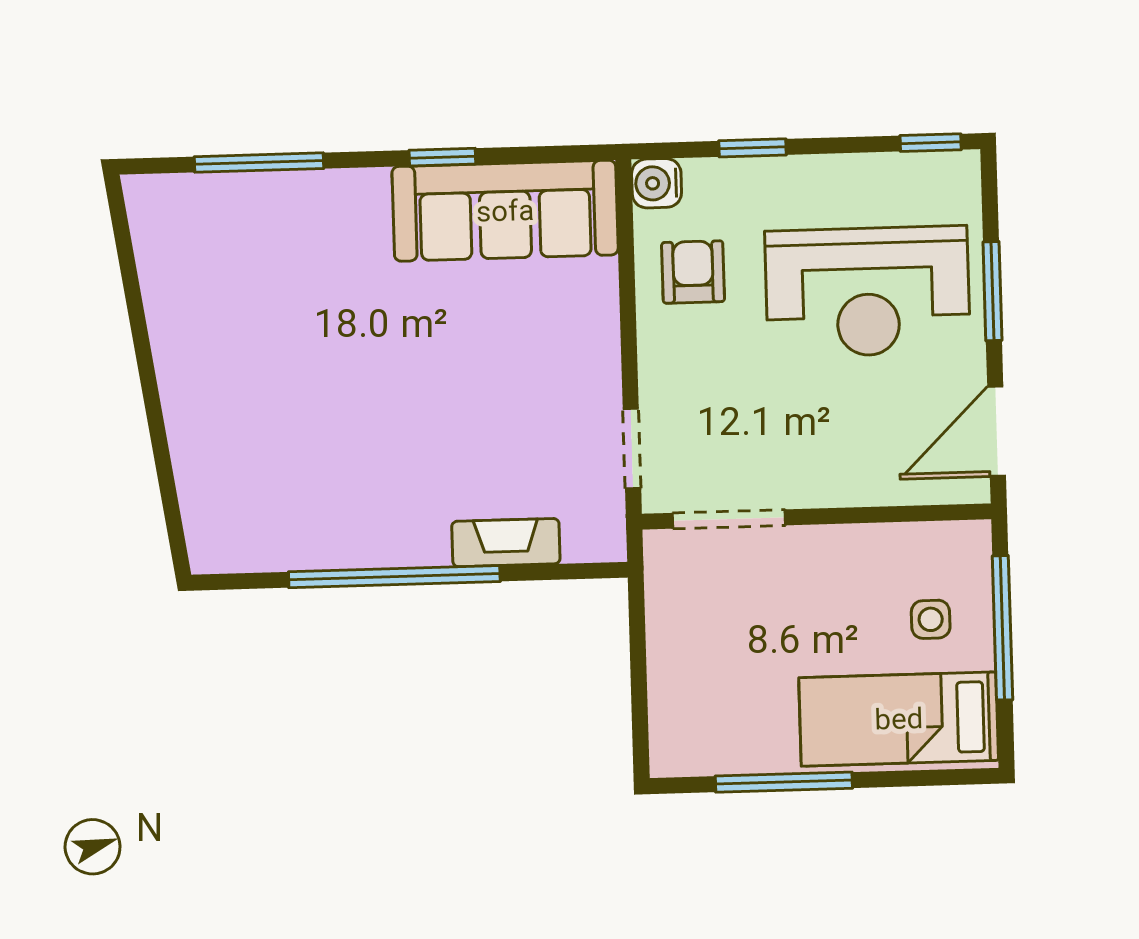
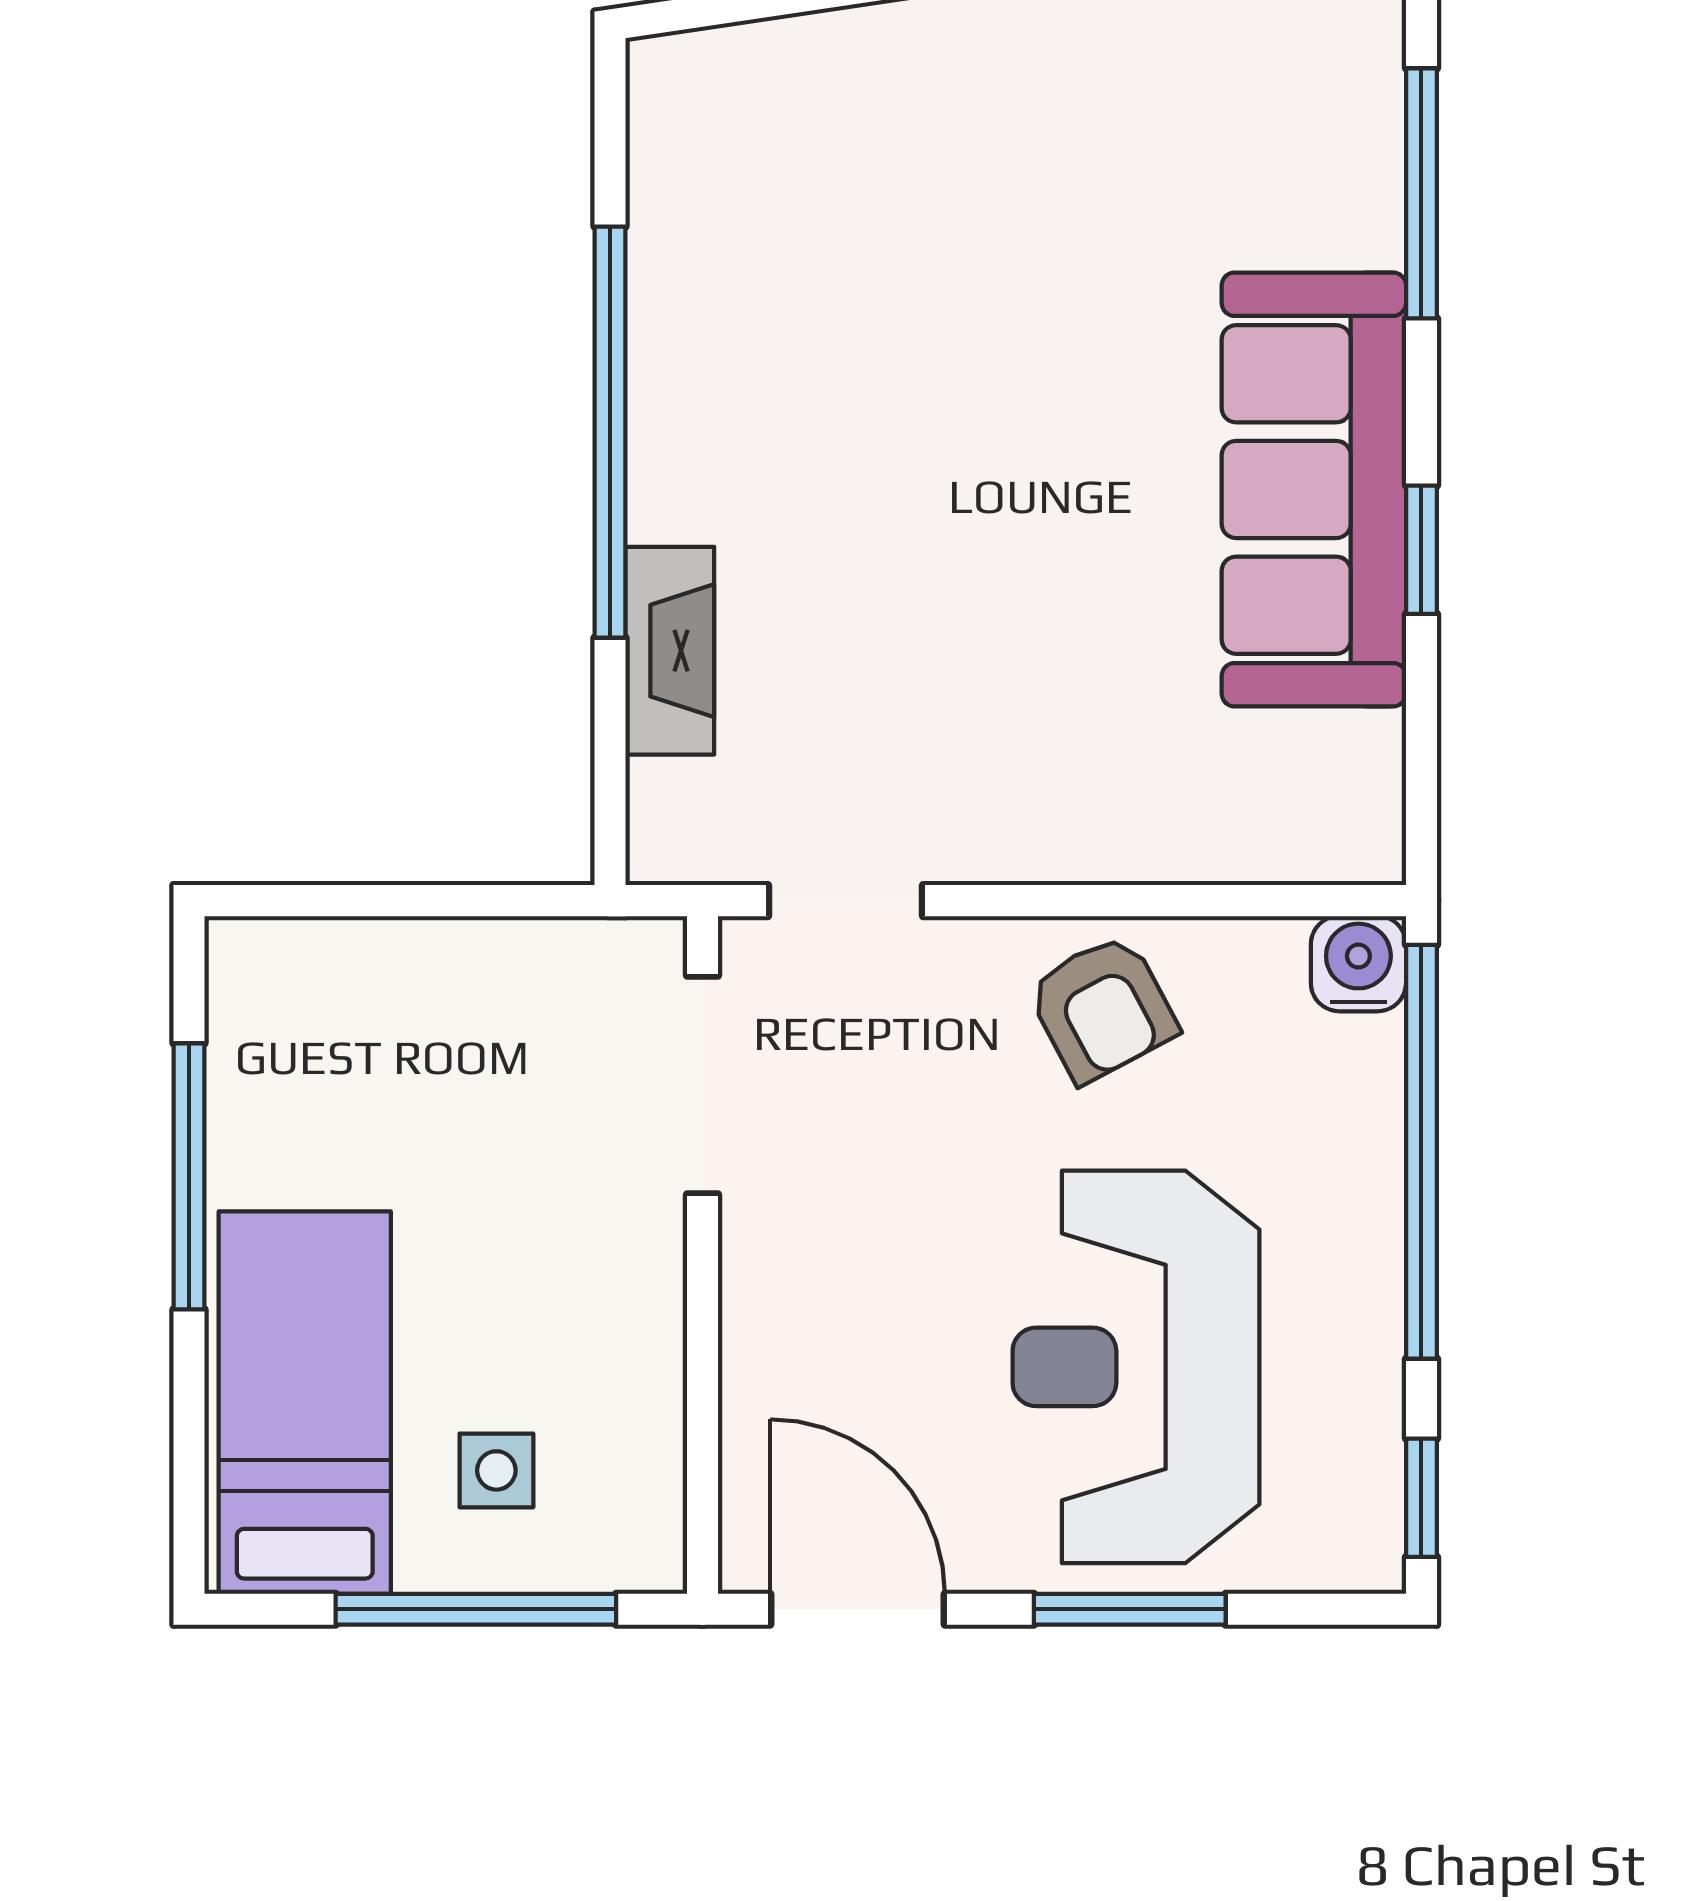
window: (752, 148) -> (1421, 1152), width x3.17
sofa: (505, 211) -> (1314, 489), moved
armchair: (693, 272) -> (1102, 1008), moved, turned 62

